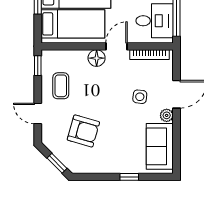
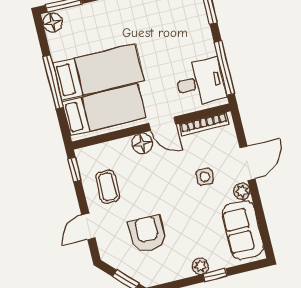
door: (116, 46) -> (162, 124), swing flipped
door: (38, 114) -> (88, 226), hinge flipped
armchair: (83, 131) -> (148, 234), turned -106
plant: (119, 167) -> (200, 266), added

